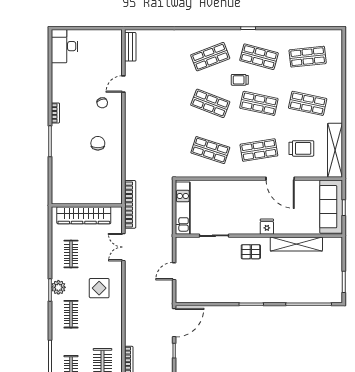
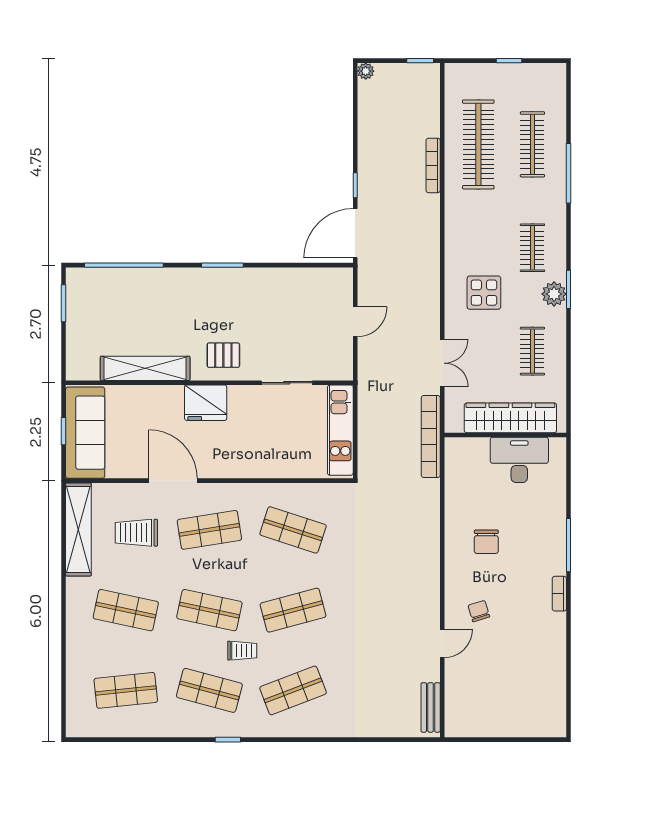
desk: (65, 46) -> (519, 460), moved, turned -90
shop shelf: (210, 103) -> (293, 610), turned -36
fridge: (267, 227) -> (206, 403), width x1.88, depth x1.34

